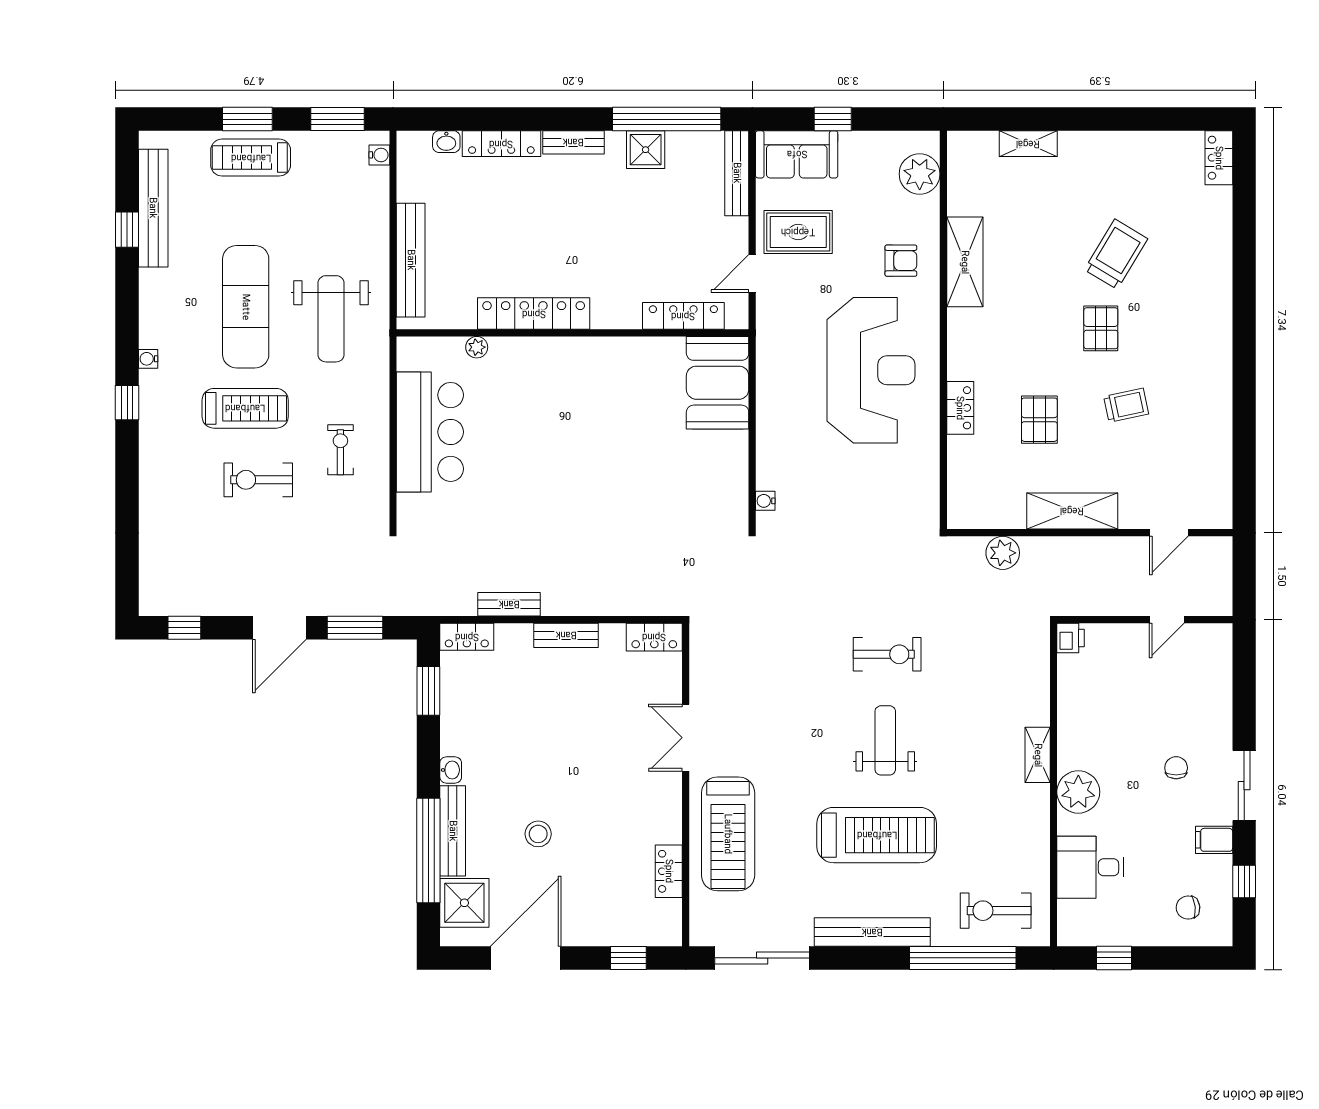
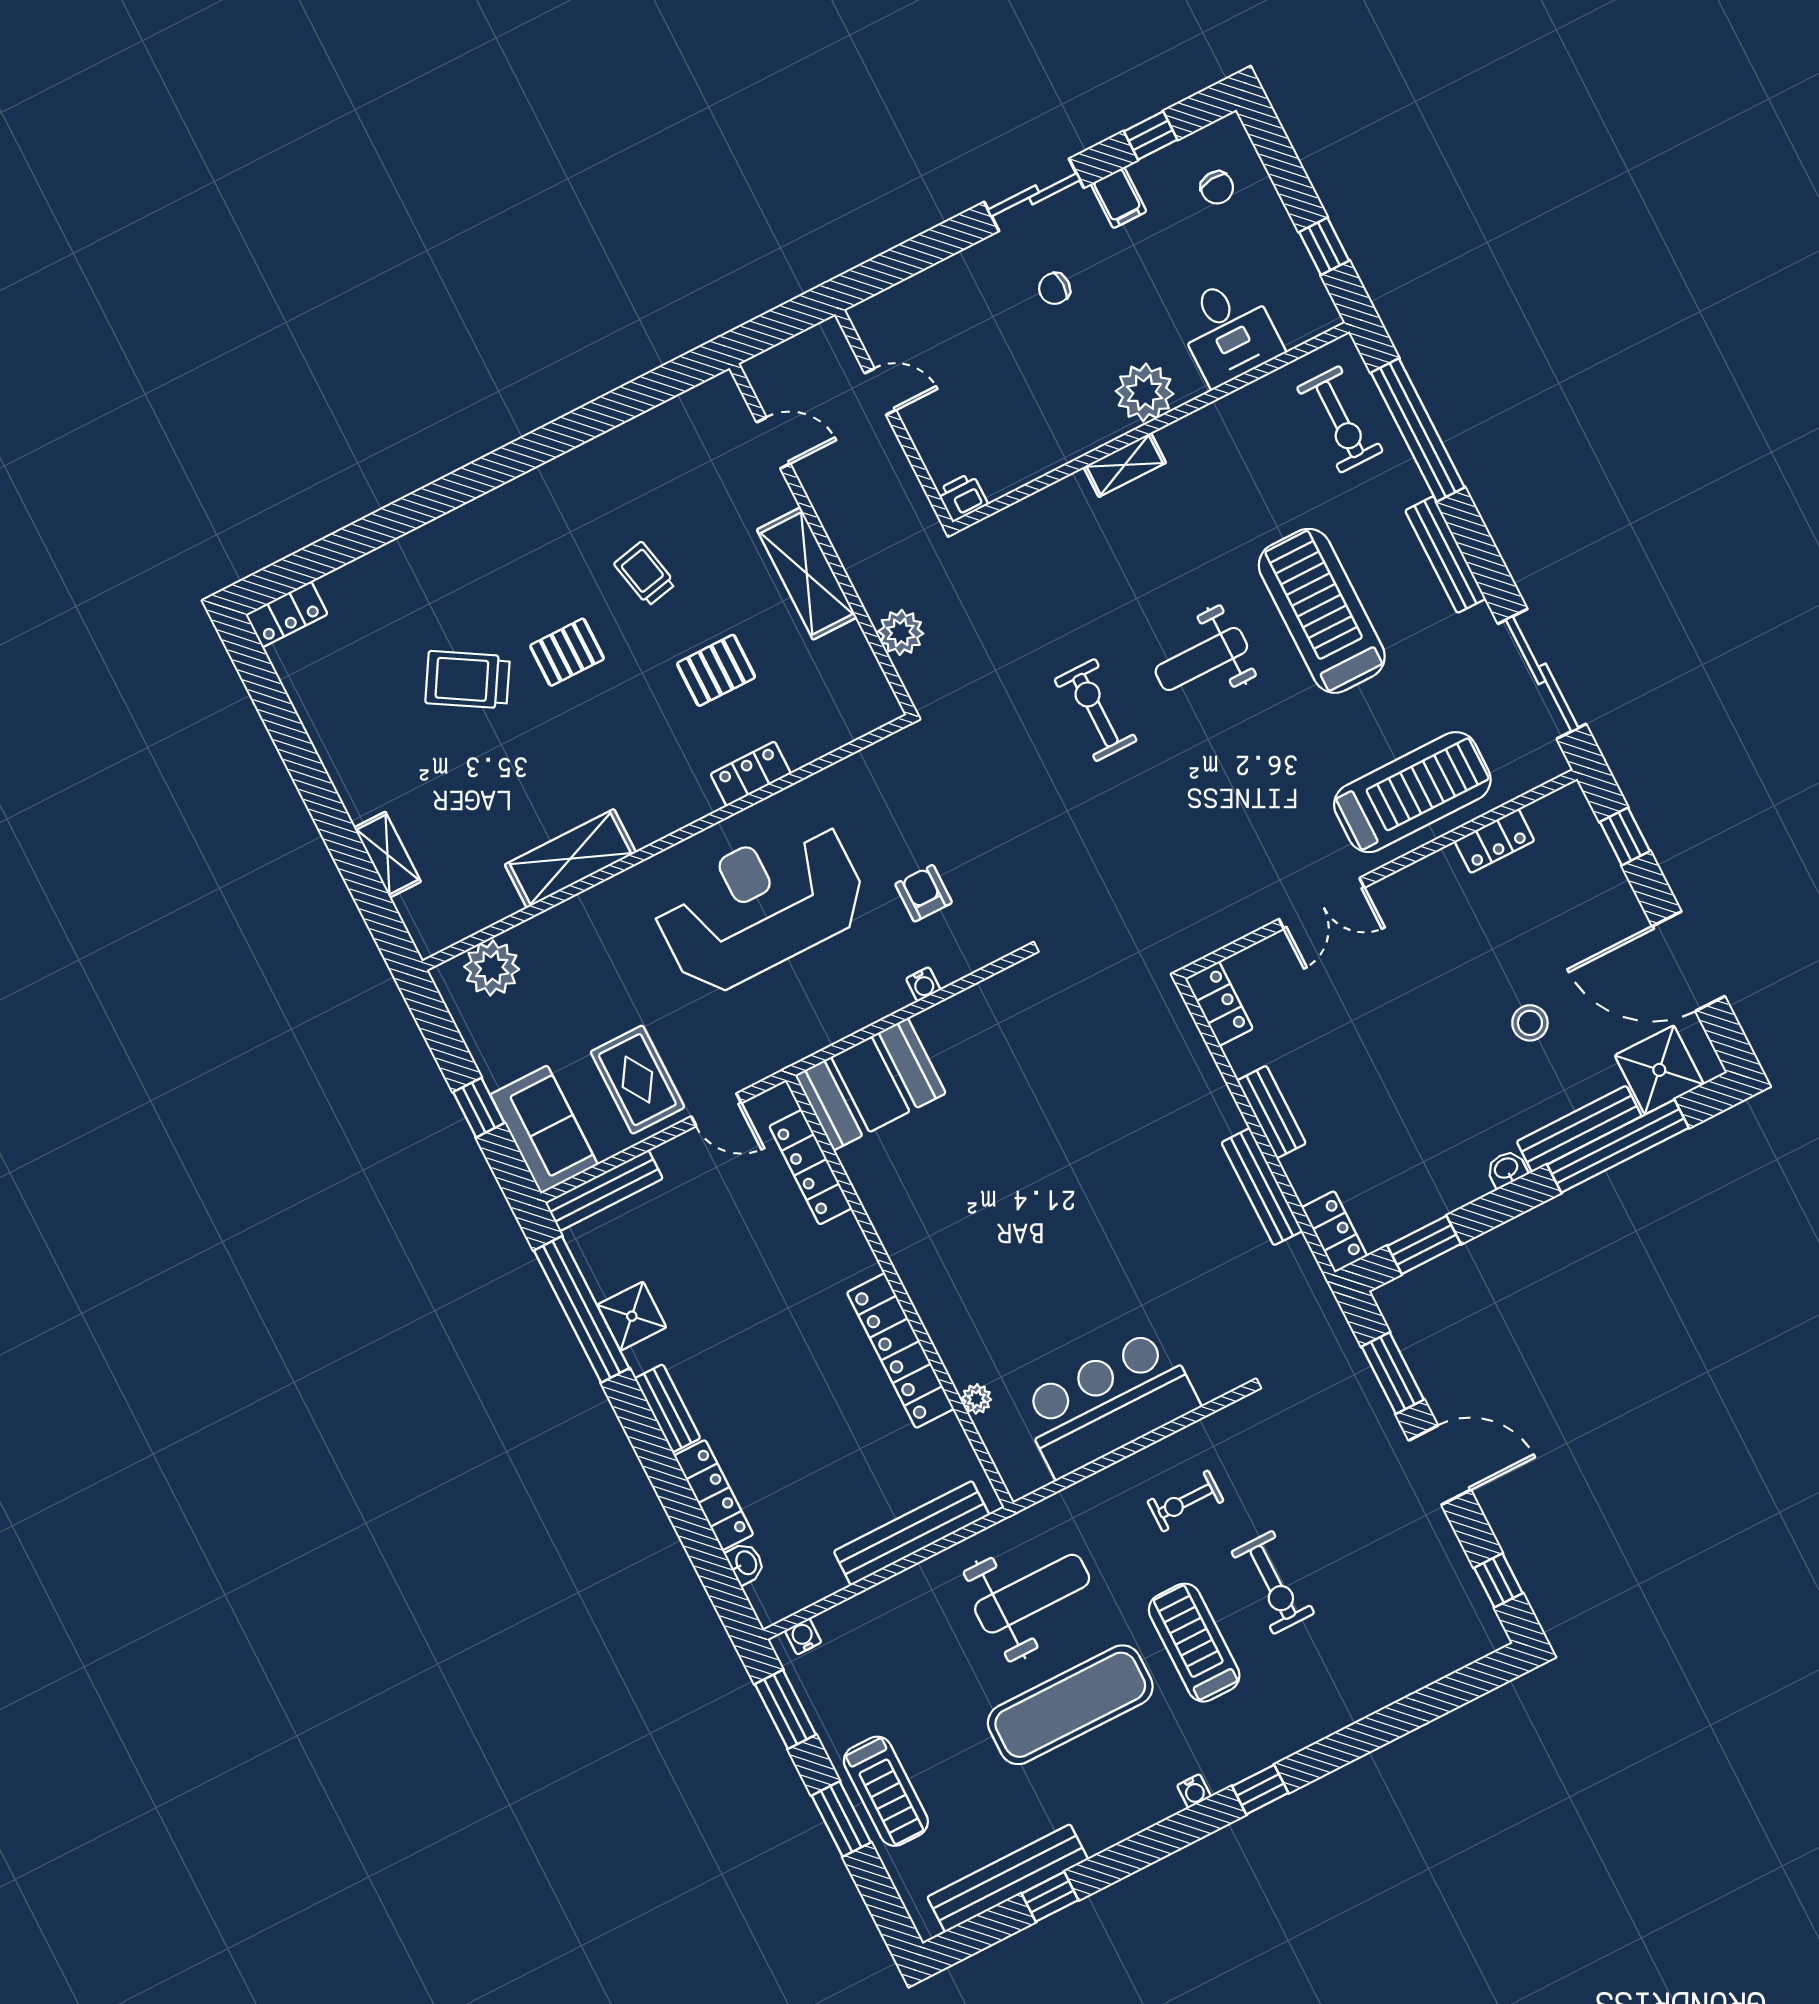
armchair: (901, 261) -> (924, 893), moved
water cooler: (765, 501) -> (923, 984), moved
bench: (509, 604) -> (1262, 1187), width x1.36
bench: (872, 932) -> (1445, 555), width x0.73, depth x0.82

